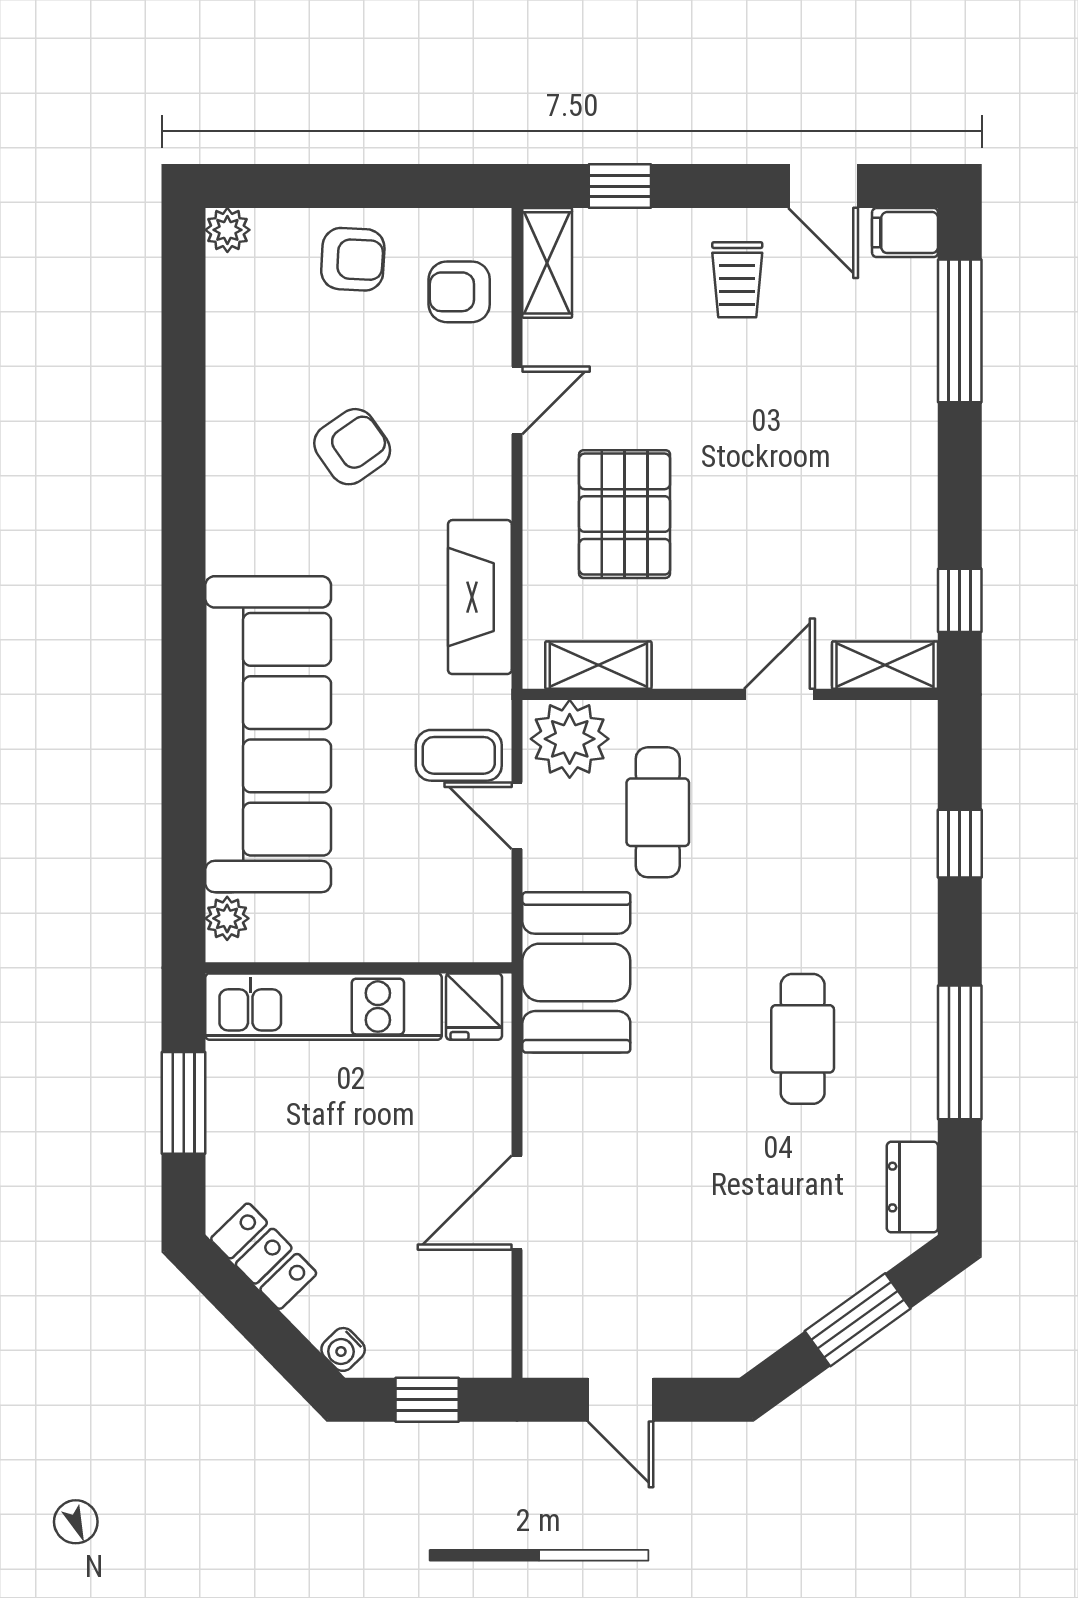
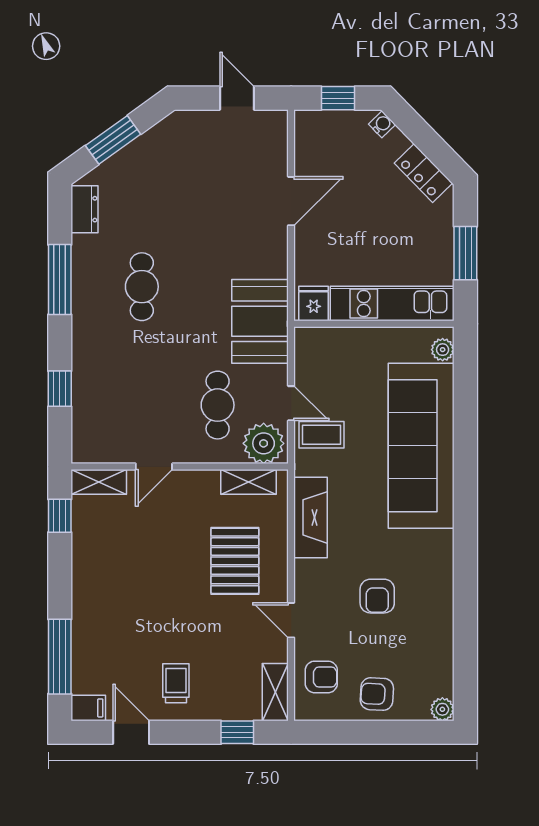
door: (517, 400) -> (291, 620), hinge flipped
armchair: (352, 447) -> (377, 596), turned -55

